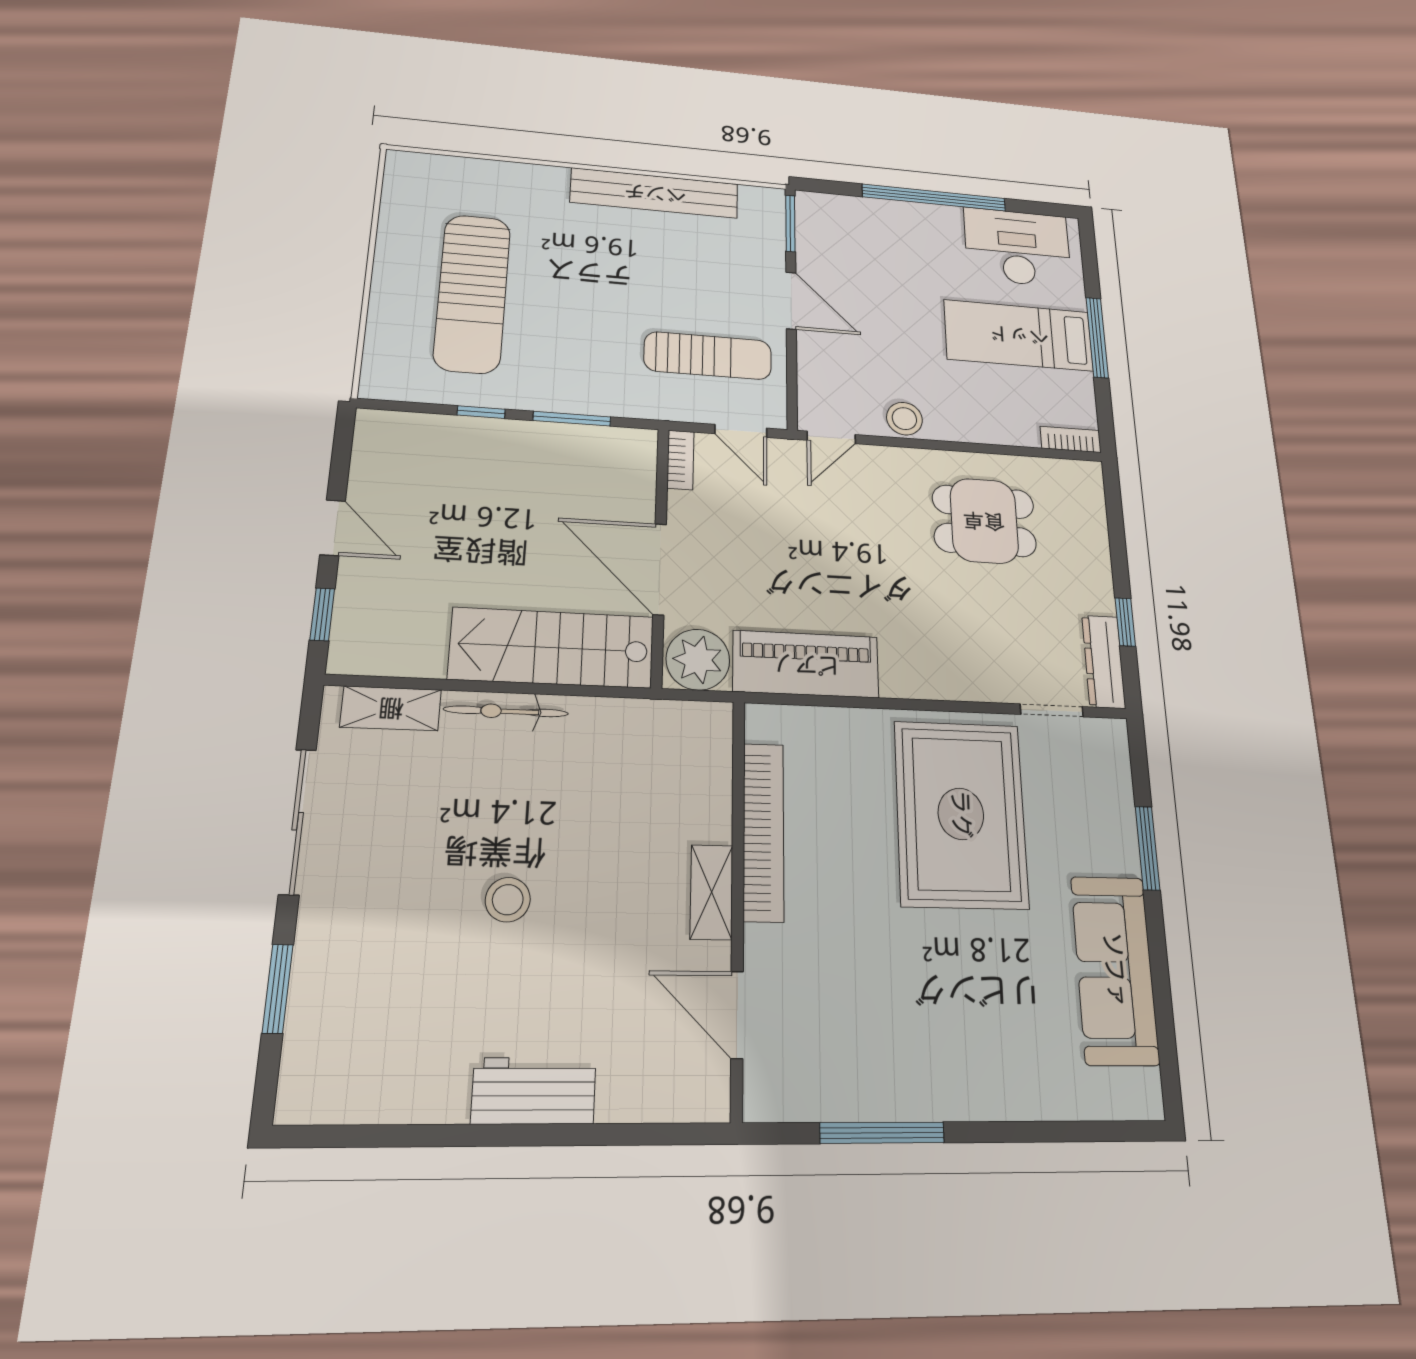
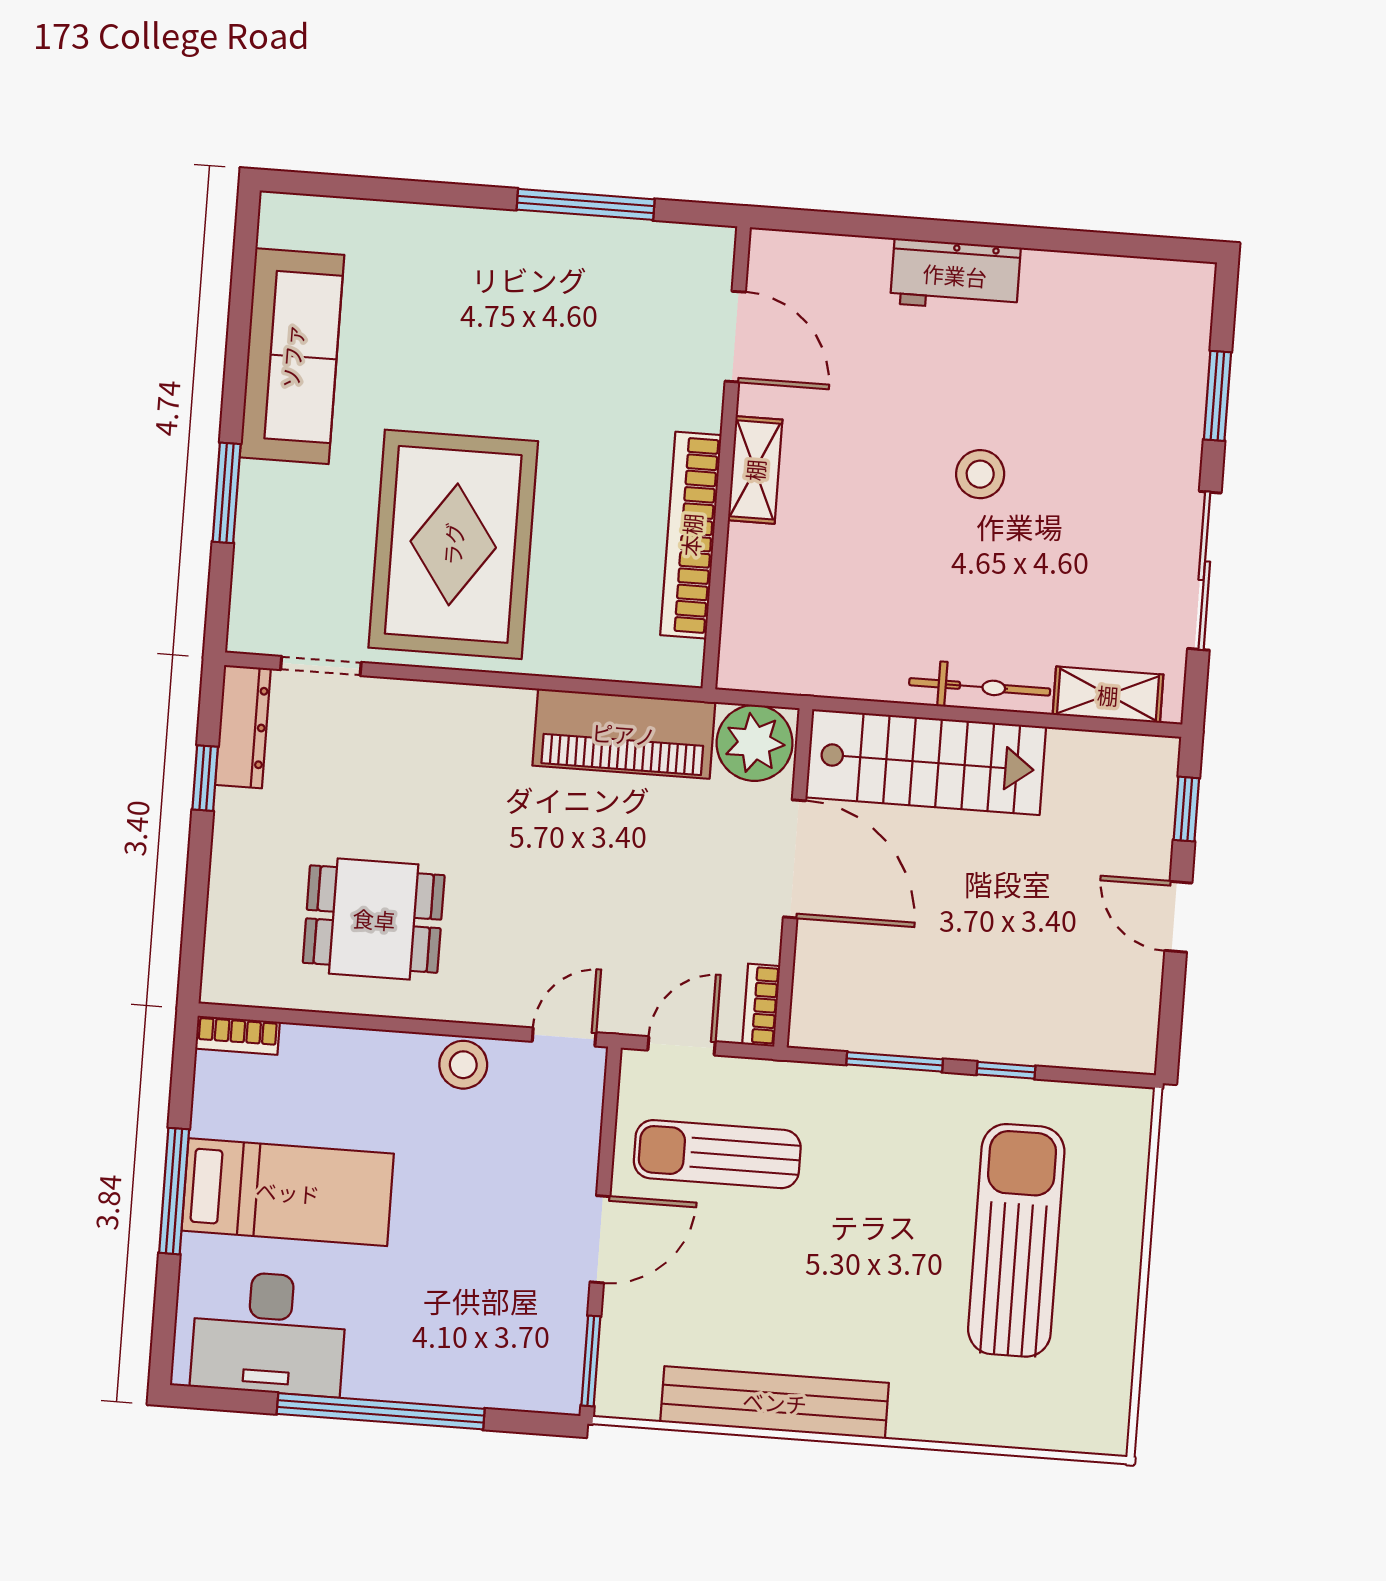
door: (791, 301) -> (600, 1239), swing flipped
door: (741, 431) -> (681, 1046), hinge flipped

